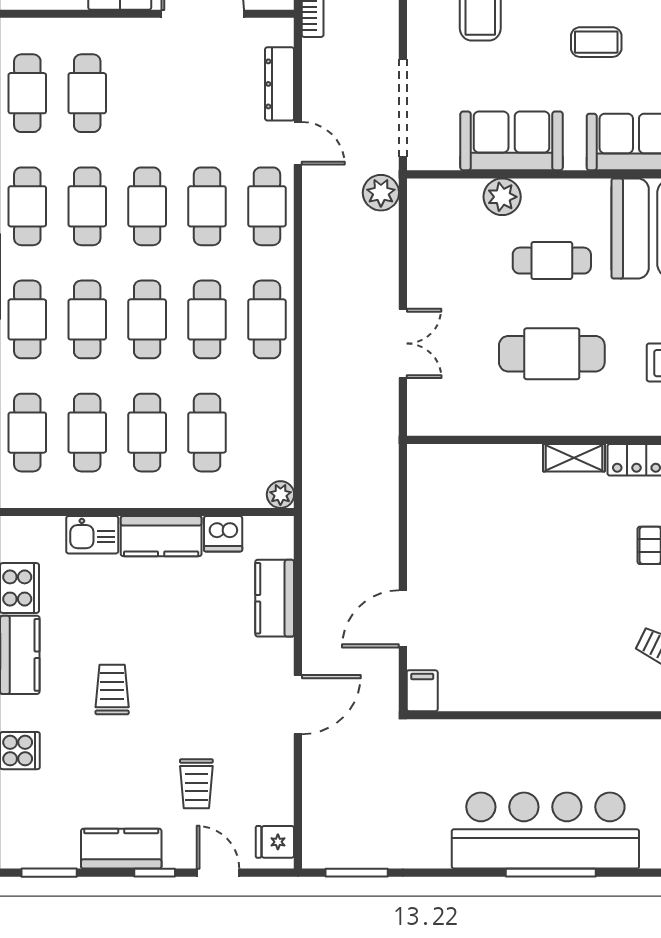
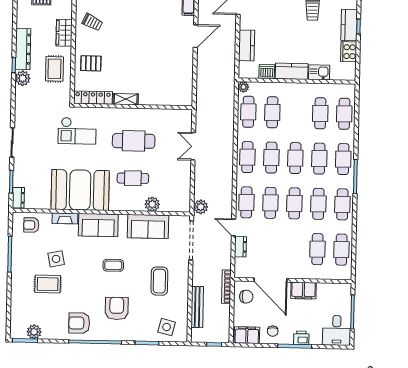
dresser: (280, 84) -> (240, 247), width x0.70
cafe table: (147, 433) -> (248, 112), moved

